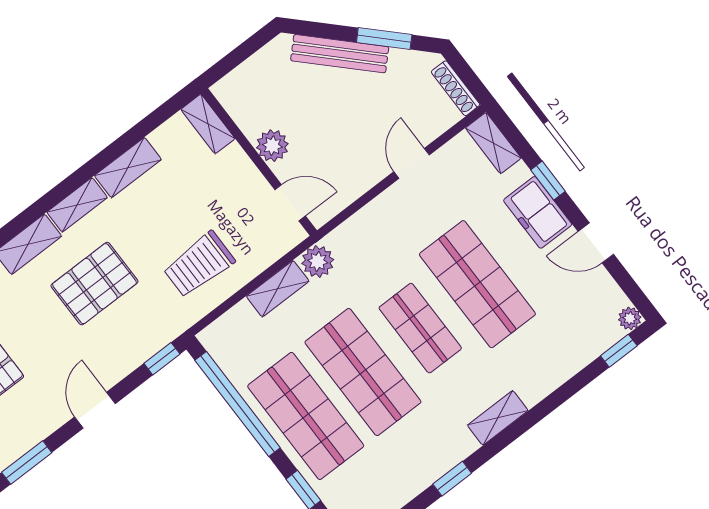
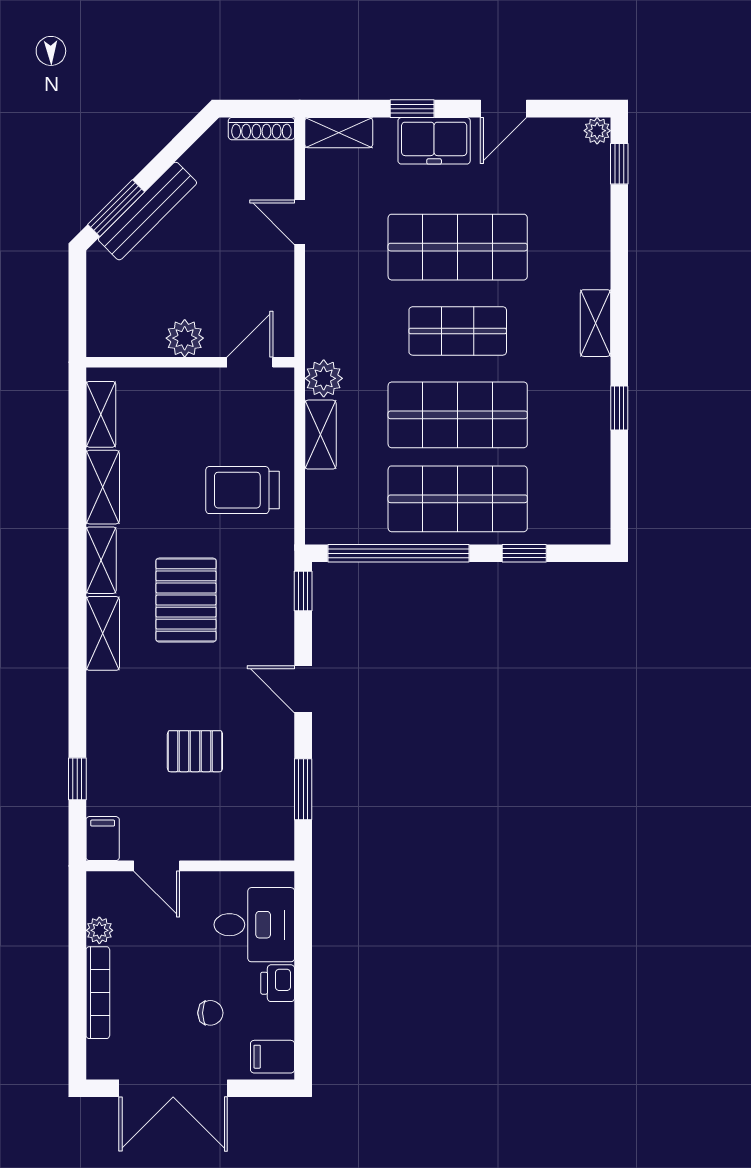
window: (384, 39) -> (116, 208), moved
shelving: (208, 124) -> (101, 414), moved, turned 90
trolley: (199, 265) -> (242, 490), turned 90

